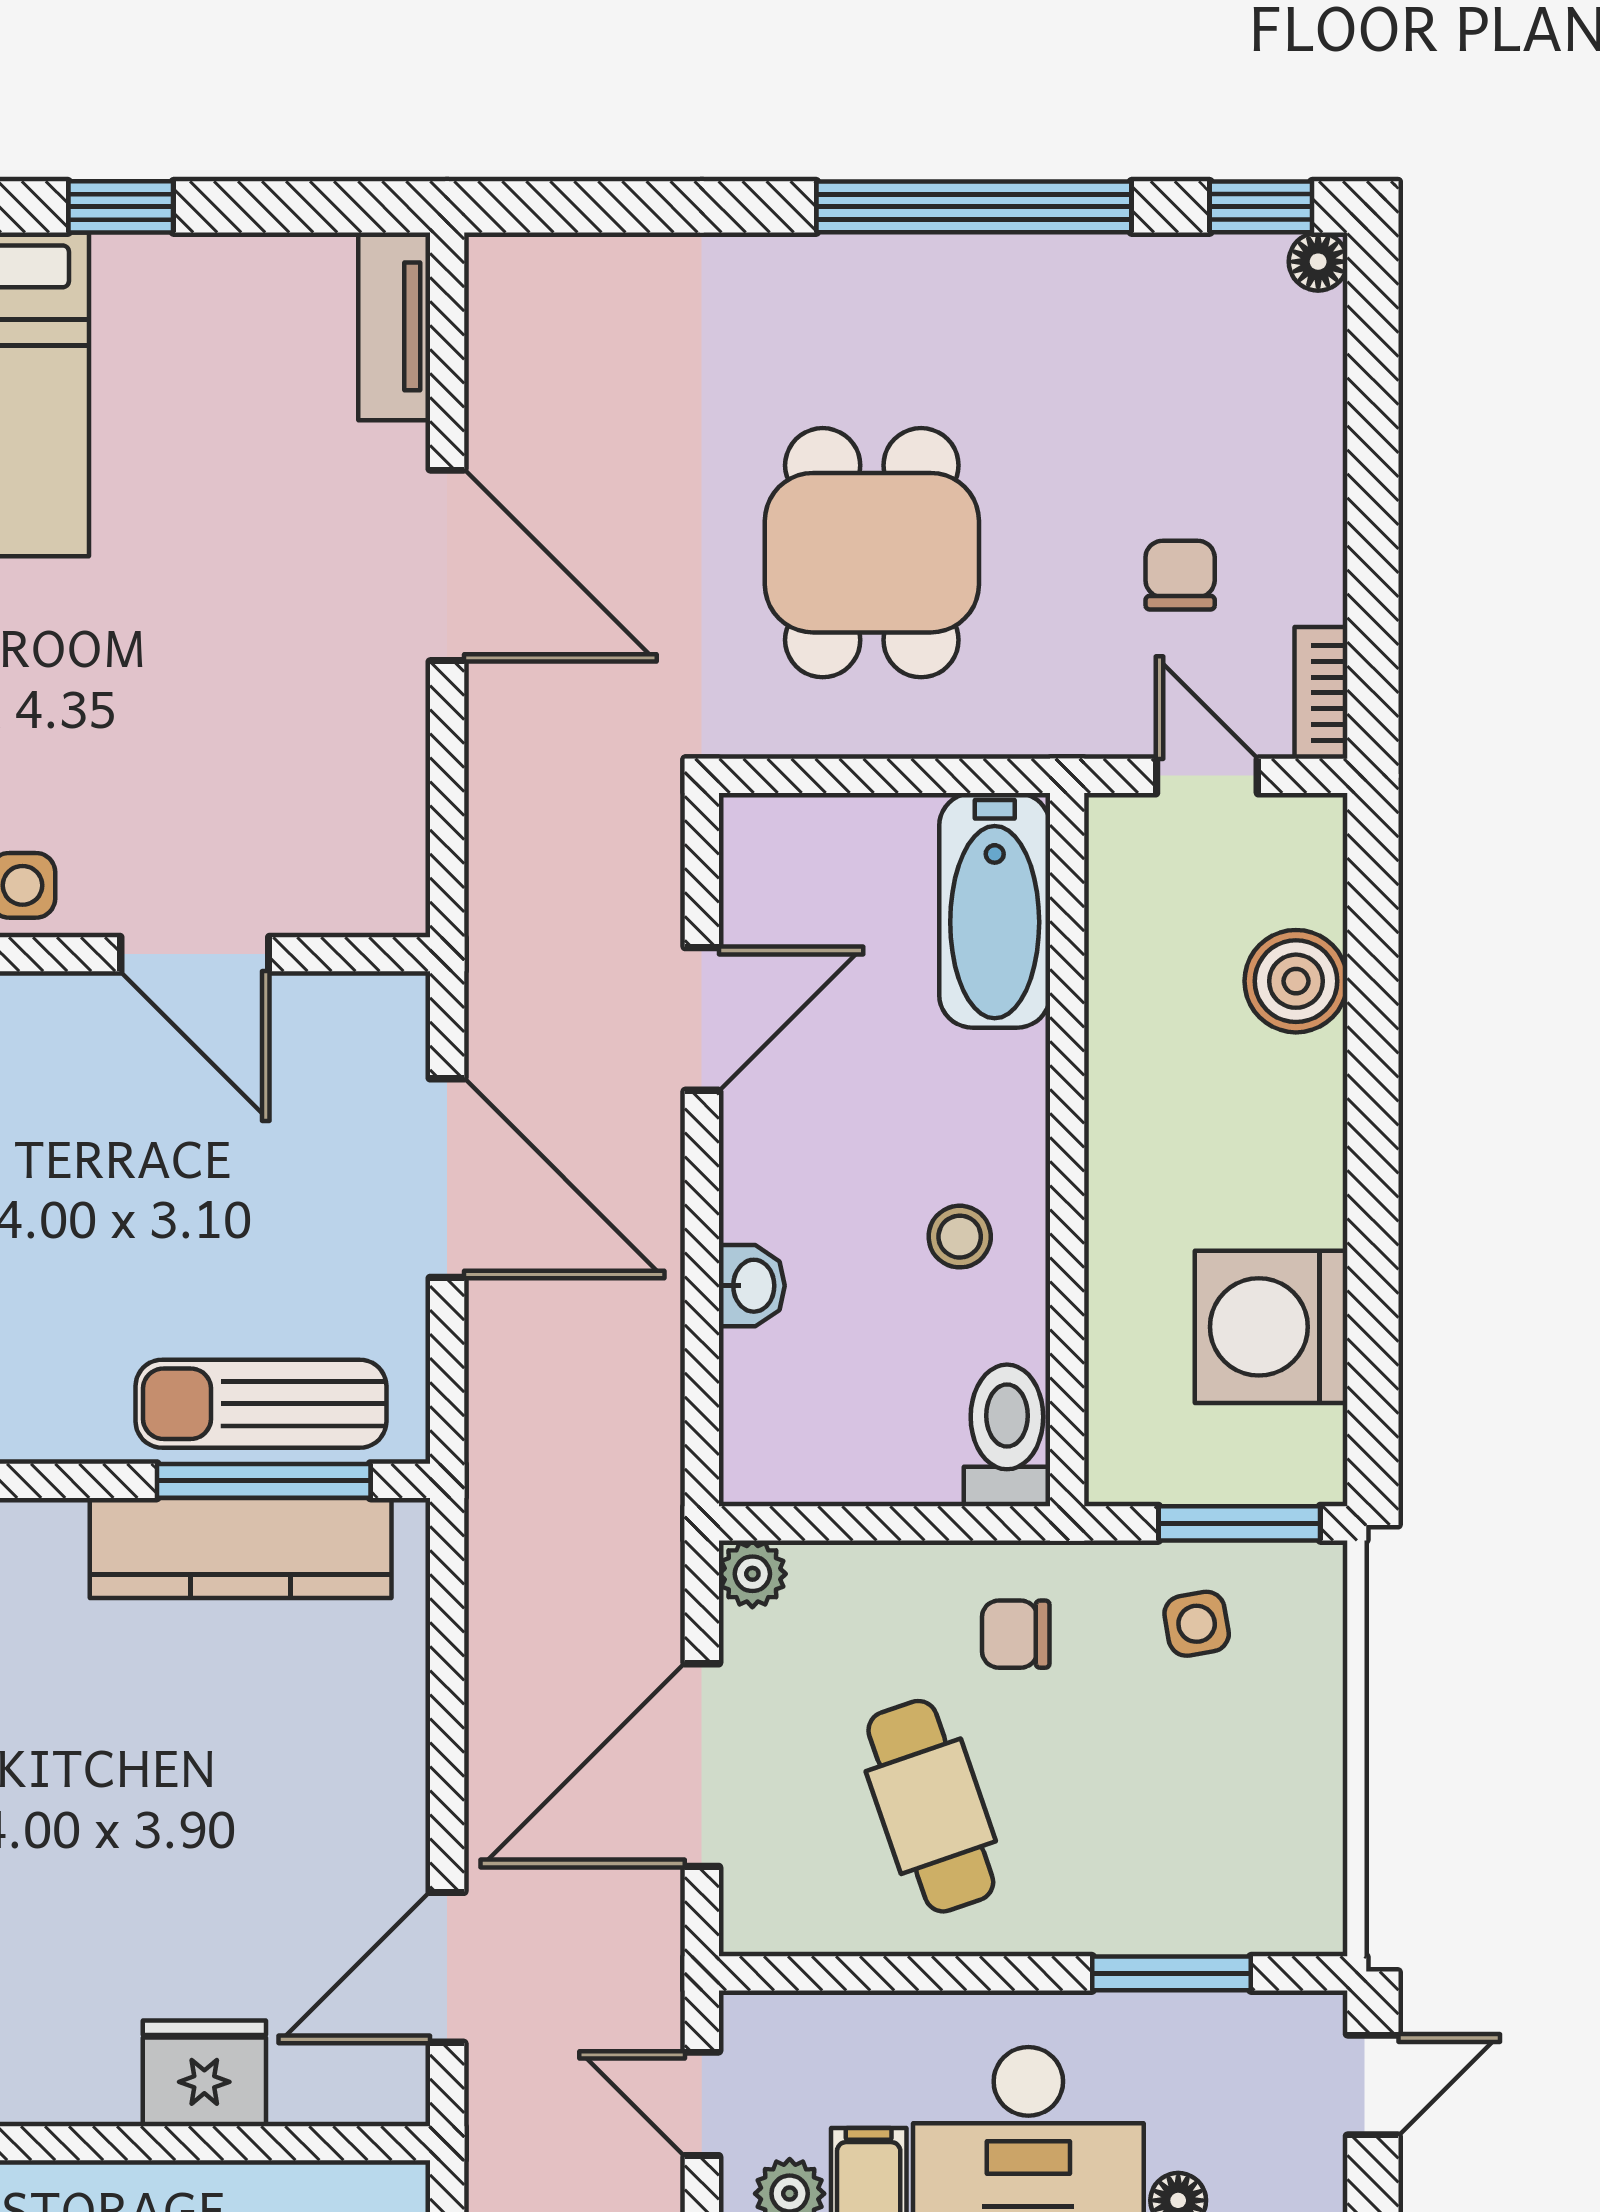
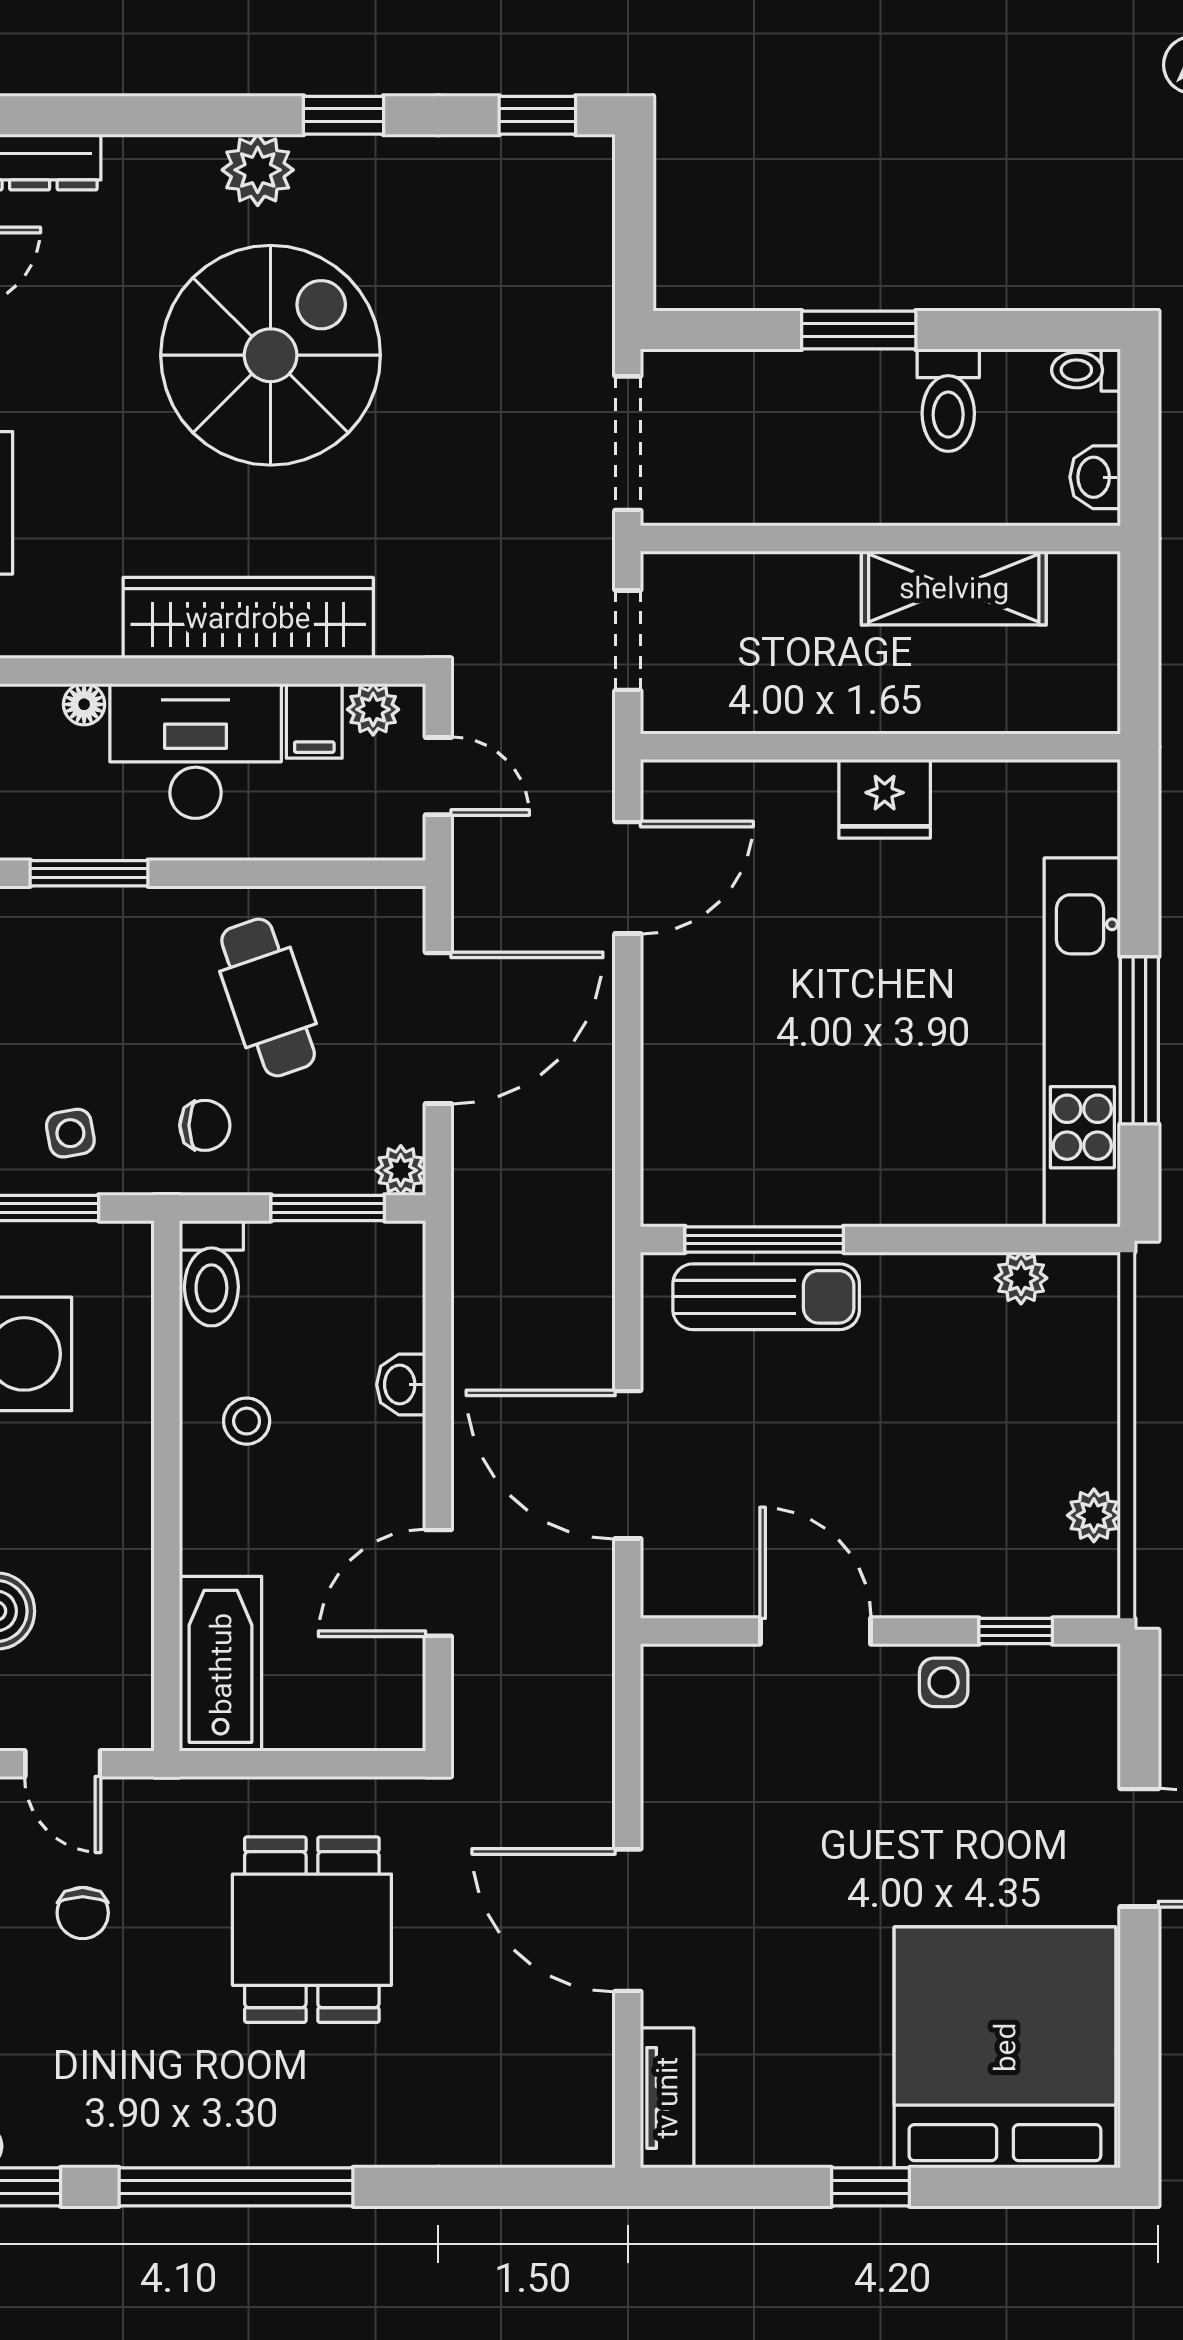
window: (851, 1523) -> (328, 1208), added
kitchen counter: (241, 1548) -> (781, 1189), removed
fridge: (204, 2073) -> (885, 799), moved

